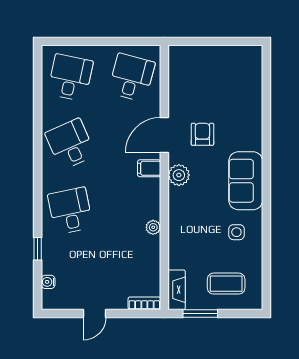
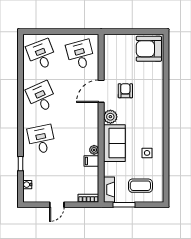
armchair: (239, 68) -> (149, 49), added
desk: (70, 78) -> (41, 55), turned -33
desk: (132, 78) -> (80, 55), turned -30
filing cabinet: (149, 168) -> (91, 161), moved
sofa: (246, 181) -> (114, 143), moved, turned 180

